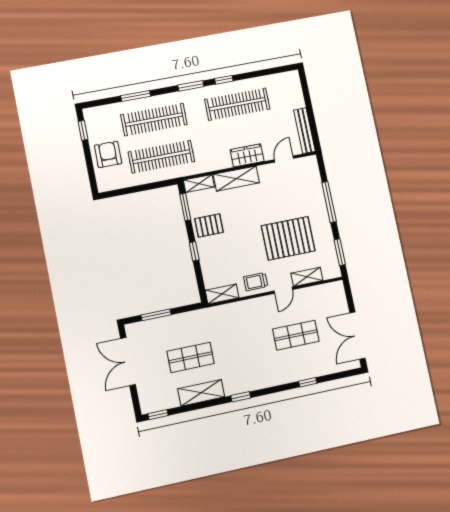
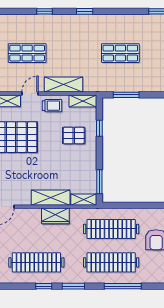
window: (136, 96) -> (123, 286), width x1.44
wardrobe: (247, 155) -> (55, 216), moved
pallet: (209, 225) -> (74, 136), moved
window: (194, 251) -> (99, 128), moved
window: (156, 315) -> (126, 95), moved
window: (308, 382) -> (45, 11), moved
shelving: (201, 393) -> (64, 85), moved

